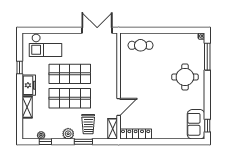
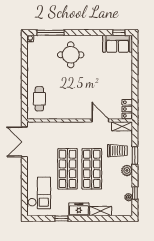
locker: (136, 134) -> (127, 109), width x0.66

